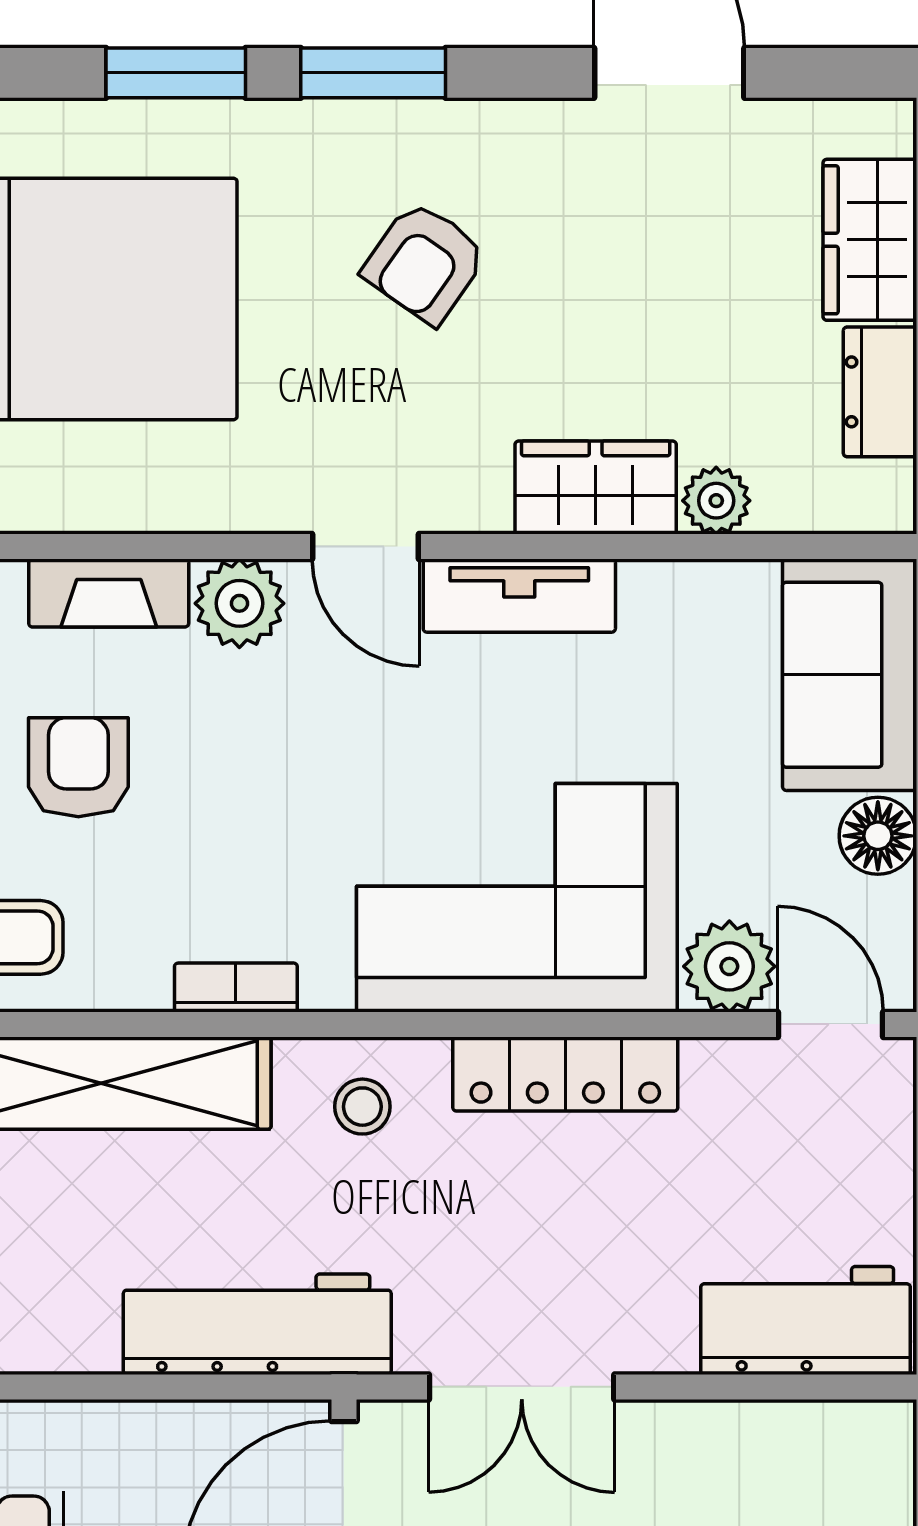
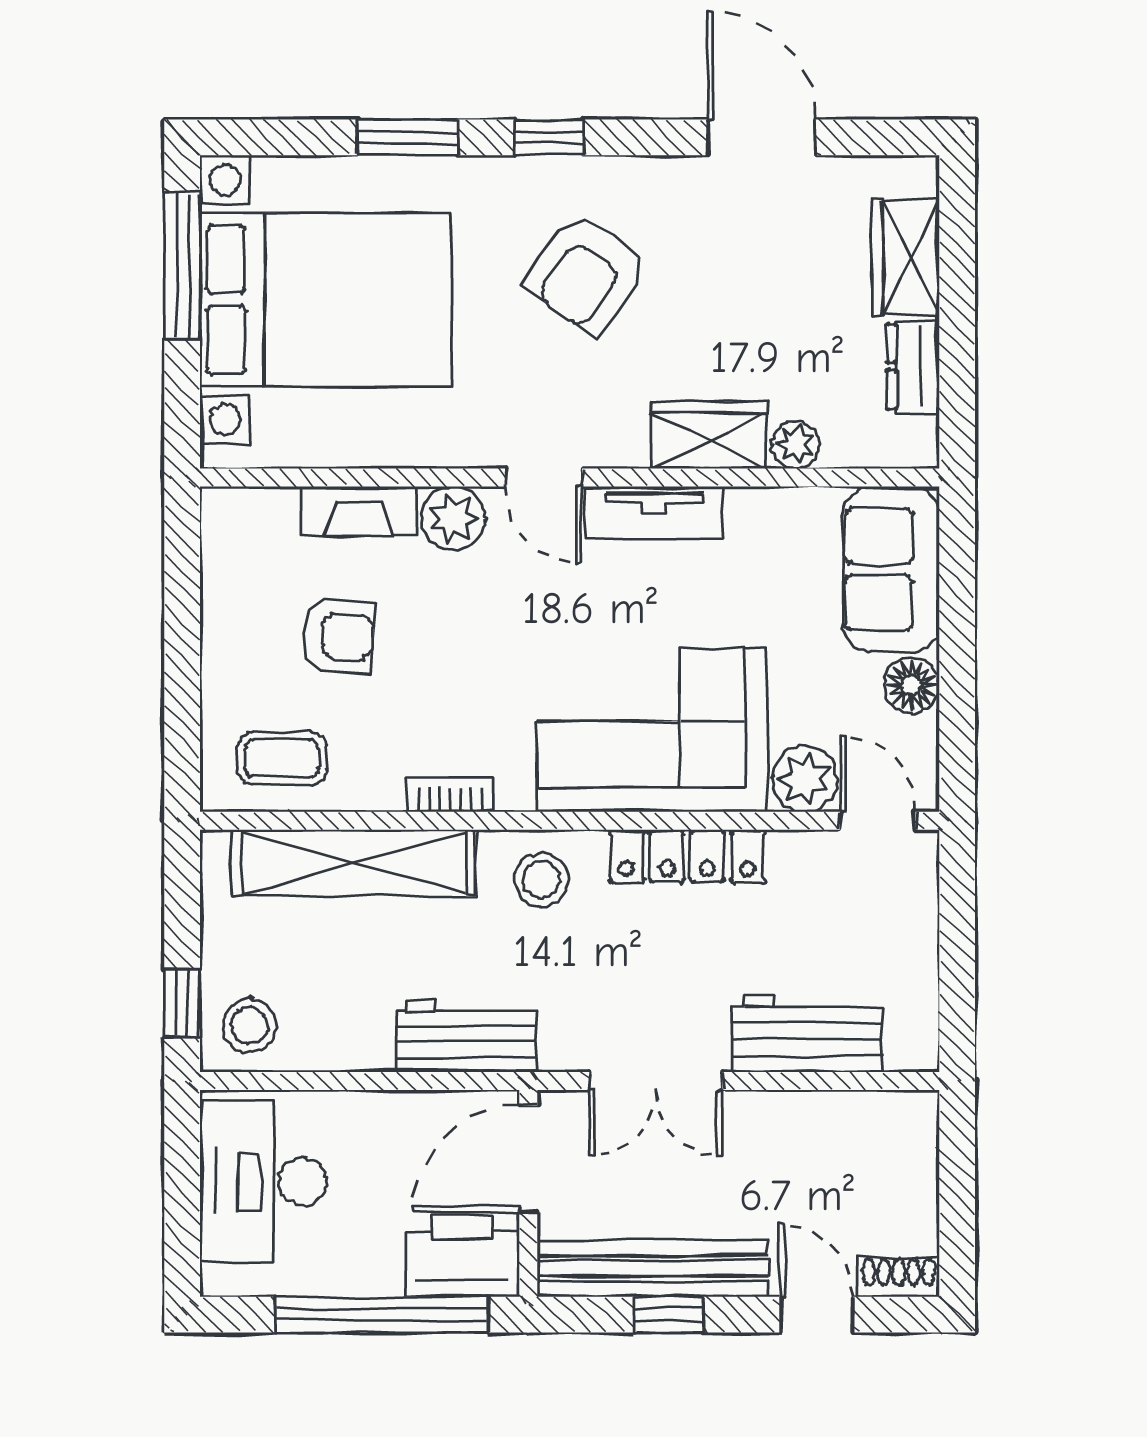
window: (373, 73) -> (549, 137), width x0.67
armchair: (425, 263) -> (586, 274), width x1.38, depth x1.38
armchair: (78, 767) -> (337, 636), turned 94
stool: (362, 1107) -> (541, 880), width x1.37, depth x1.37
workbench: (806, 1320) -> (807, 1033), moved
workbench: (257, 1324) -> (466, 1036), width x0.73

